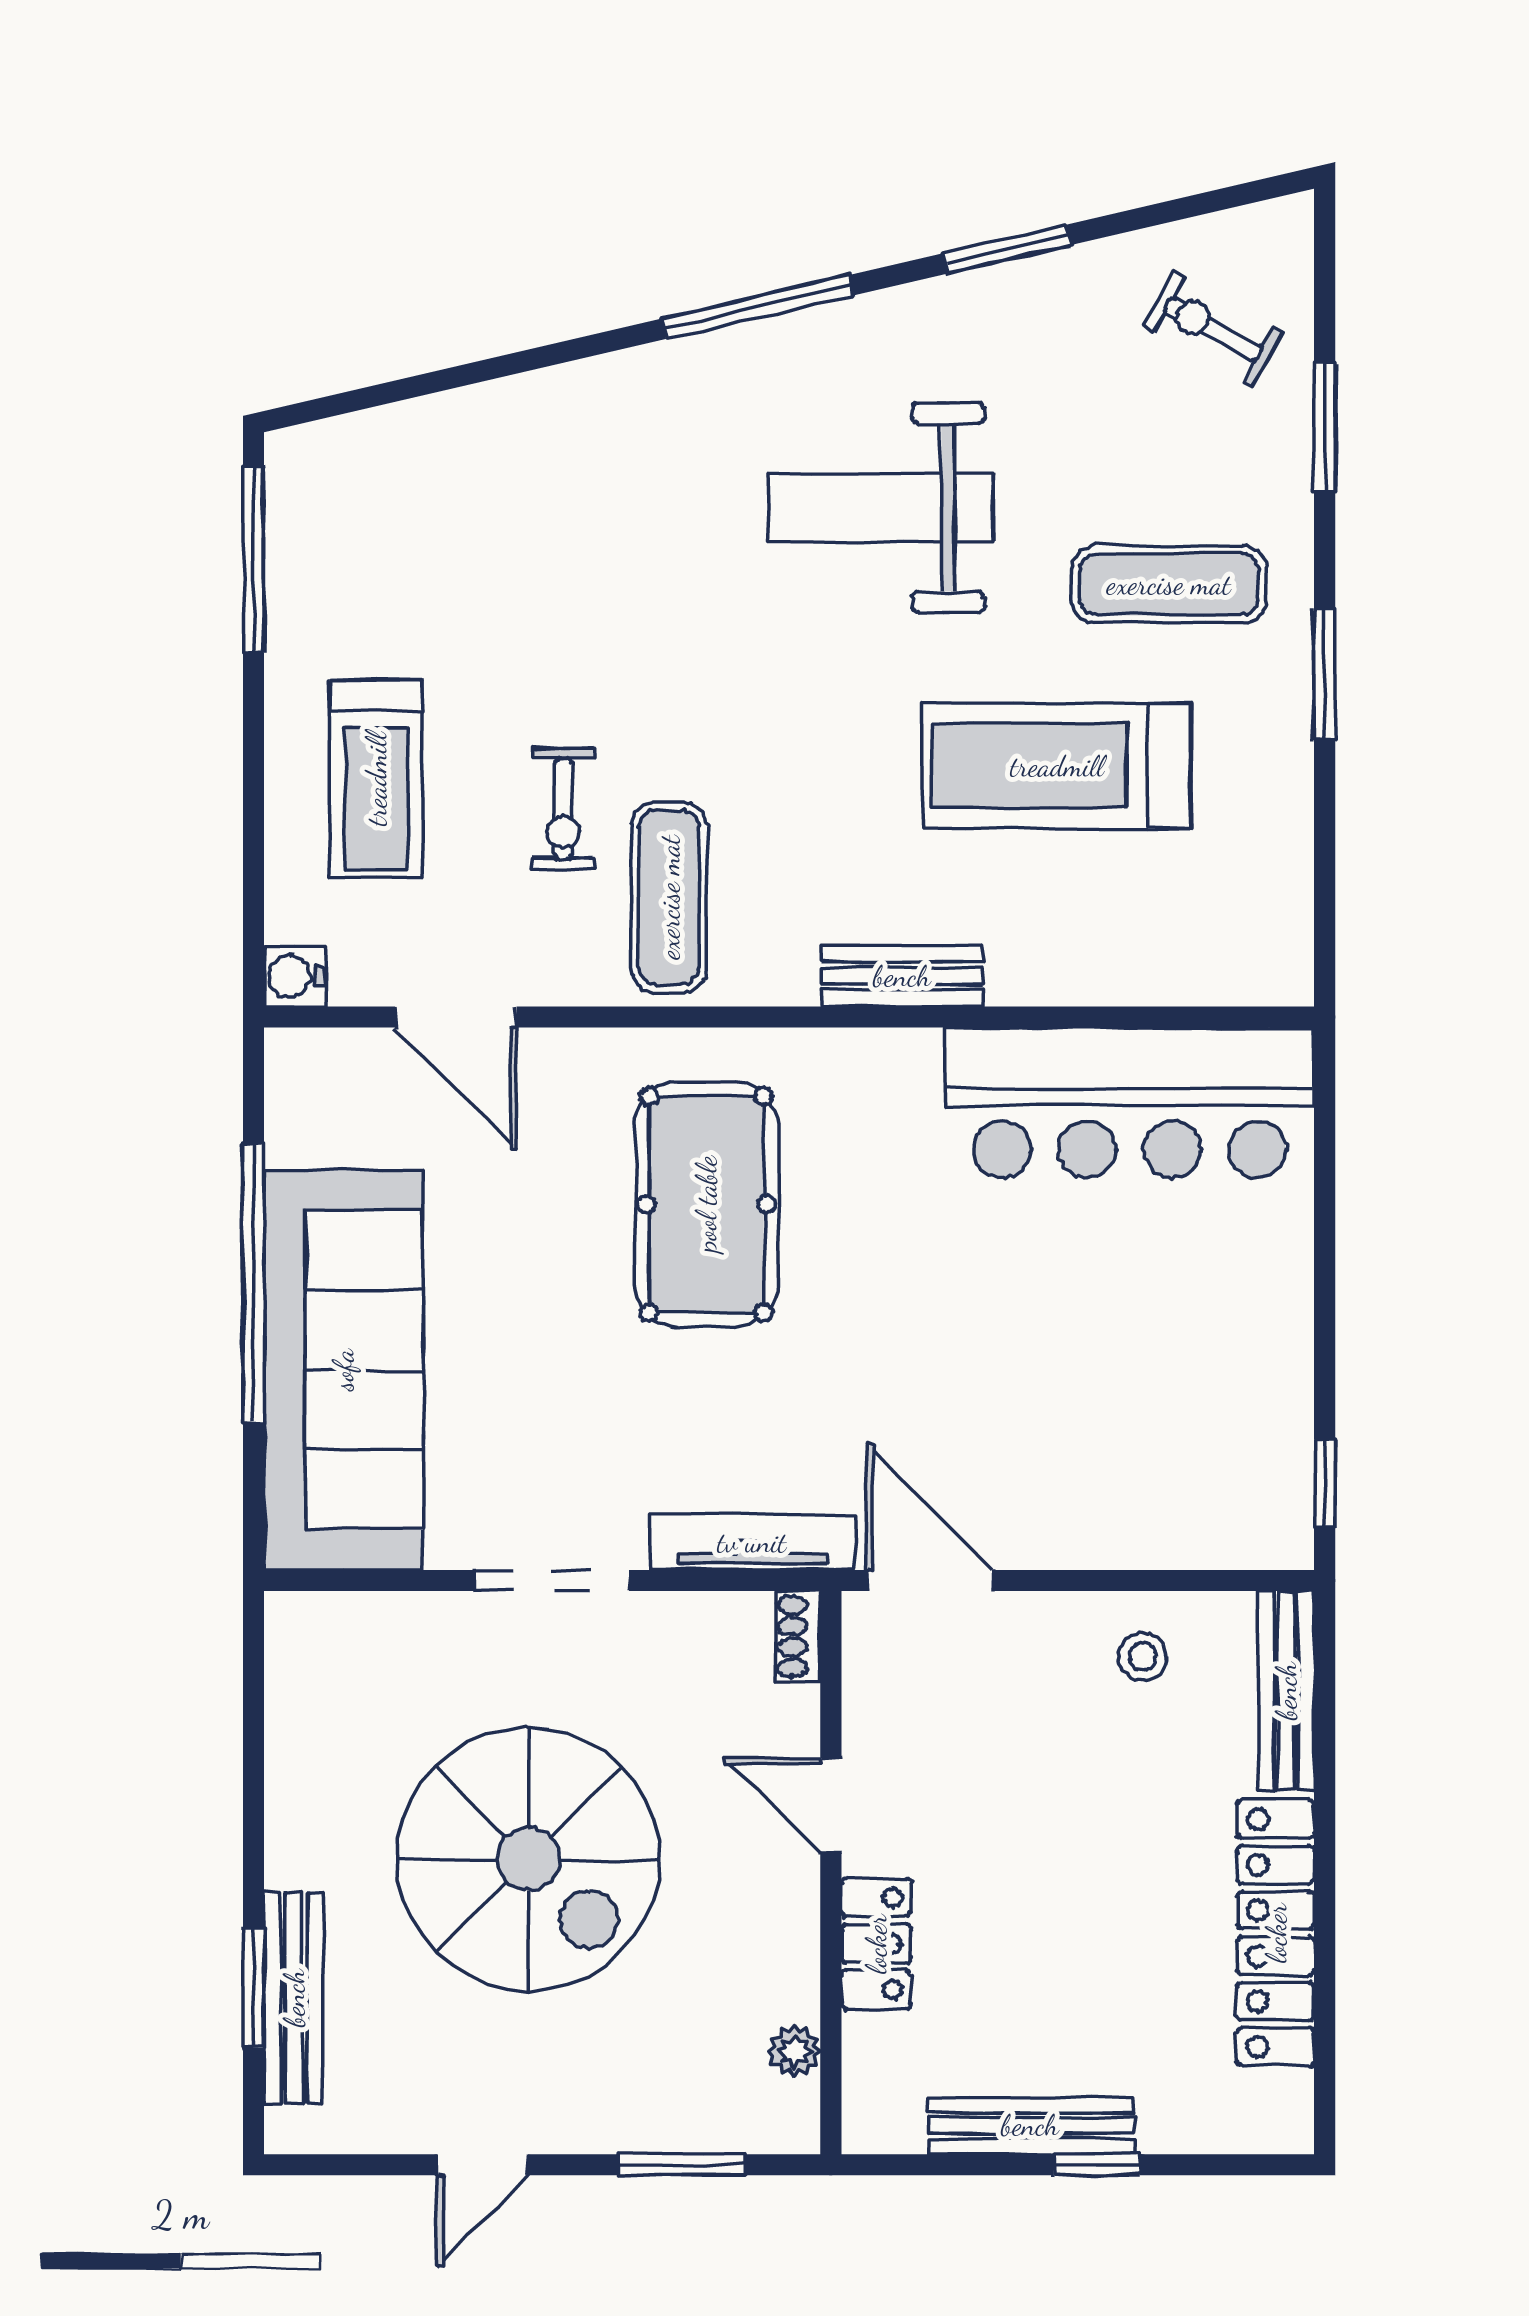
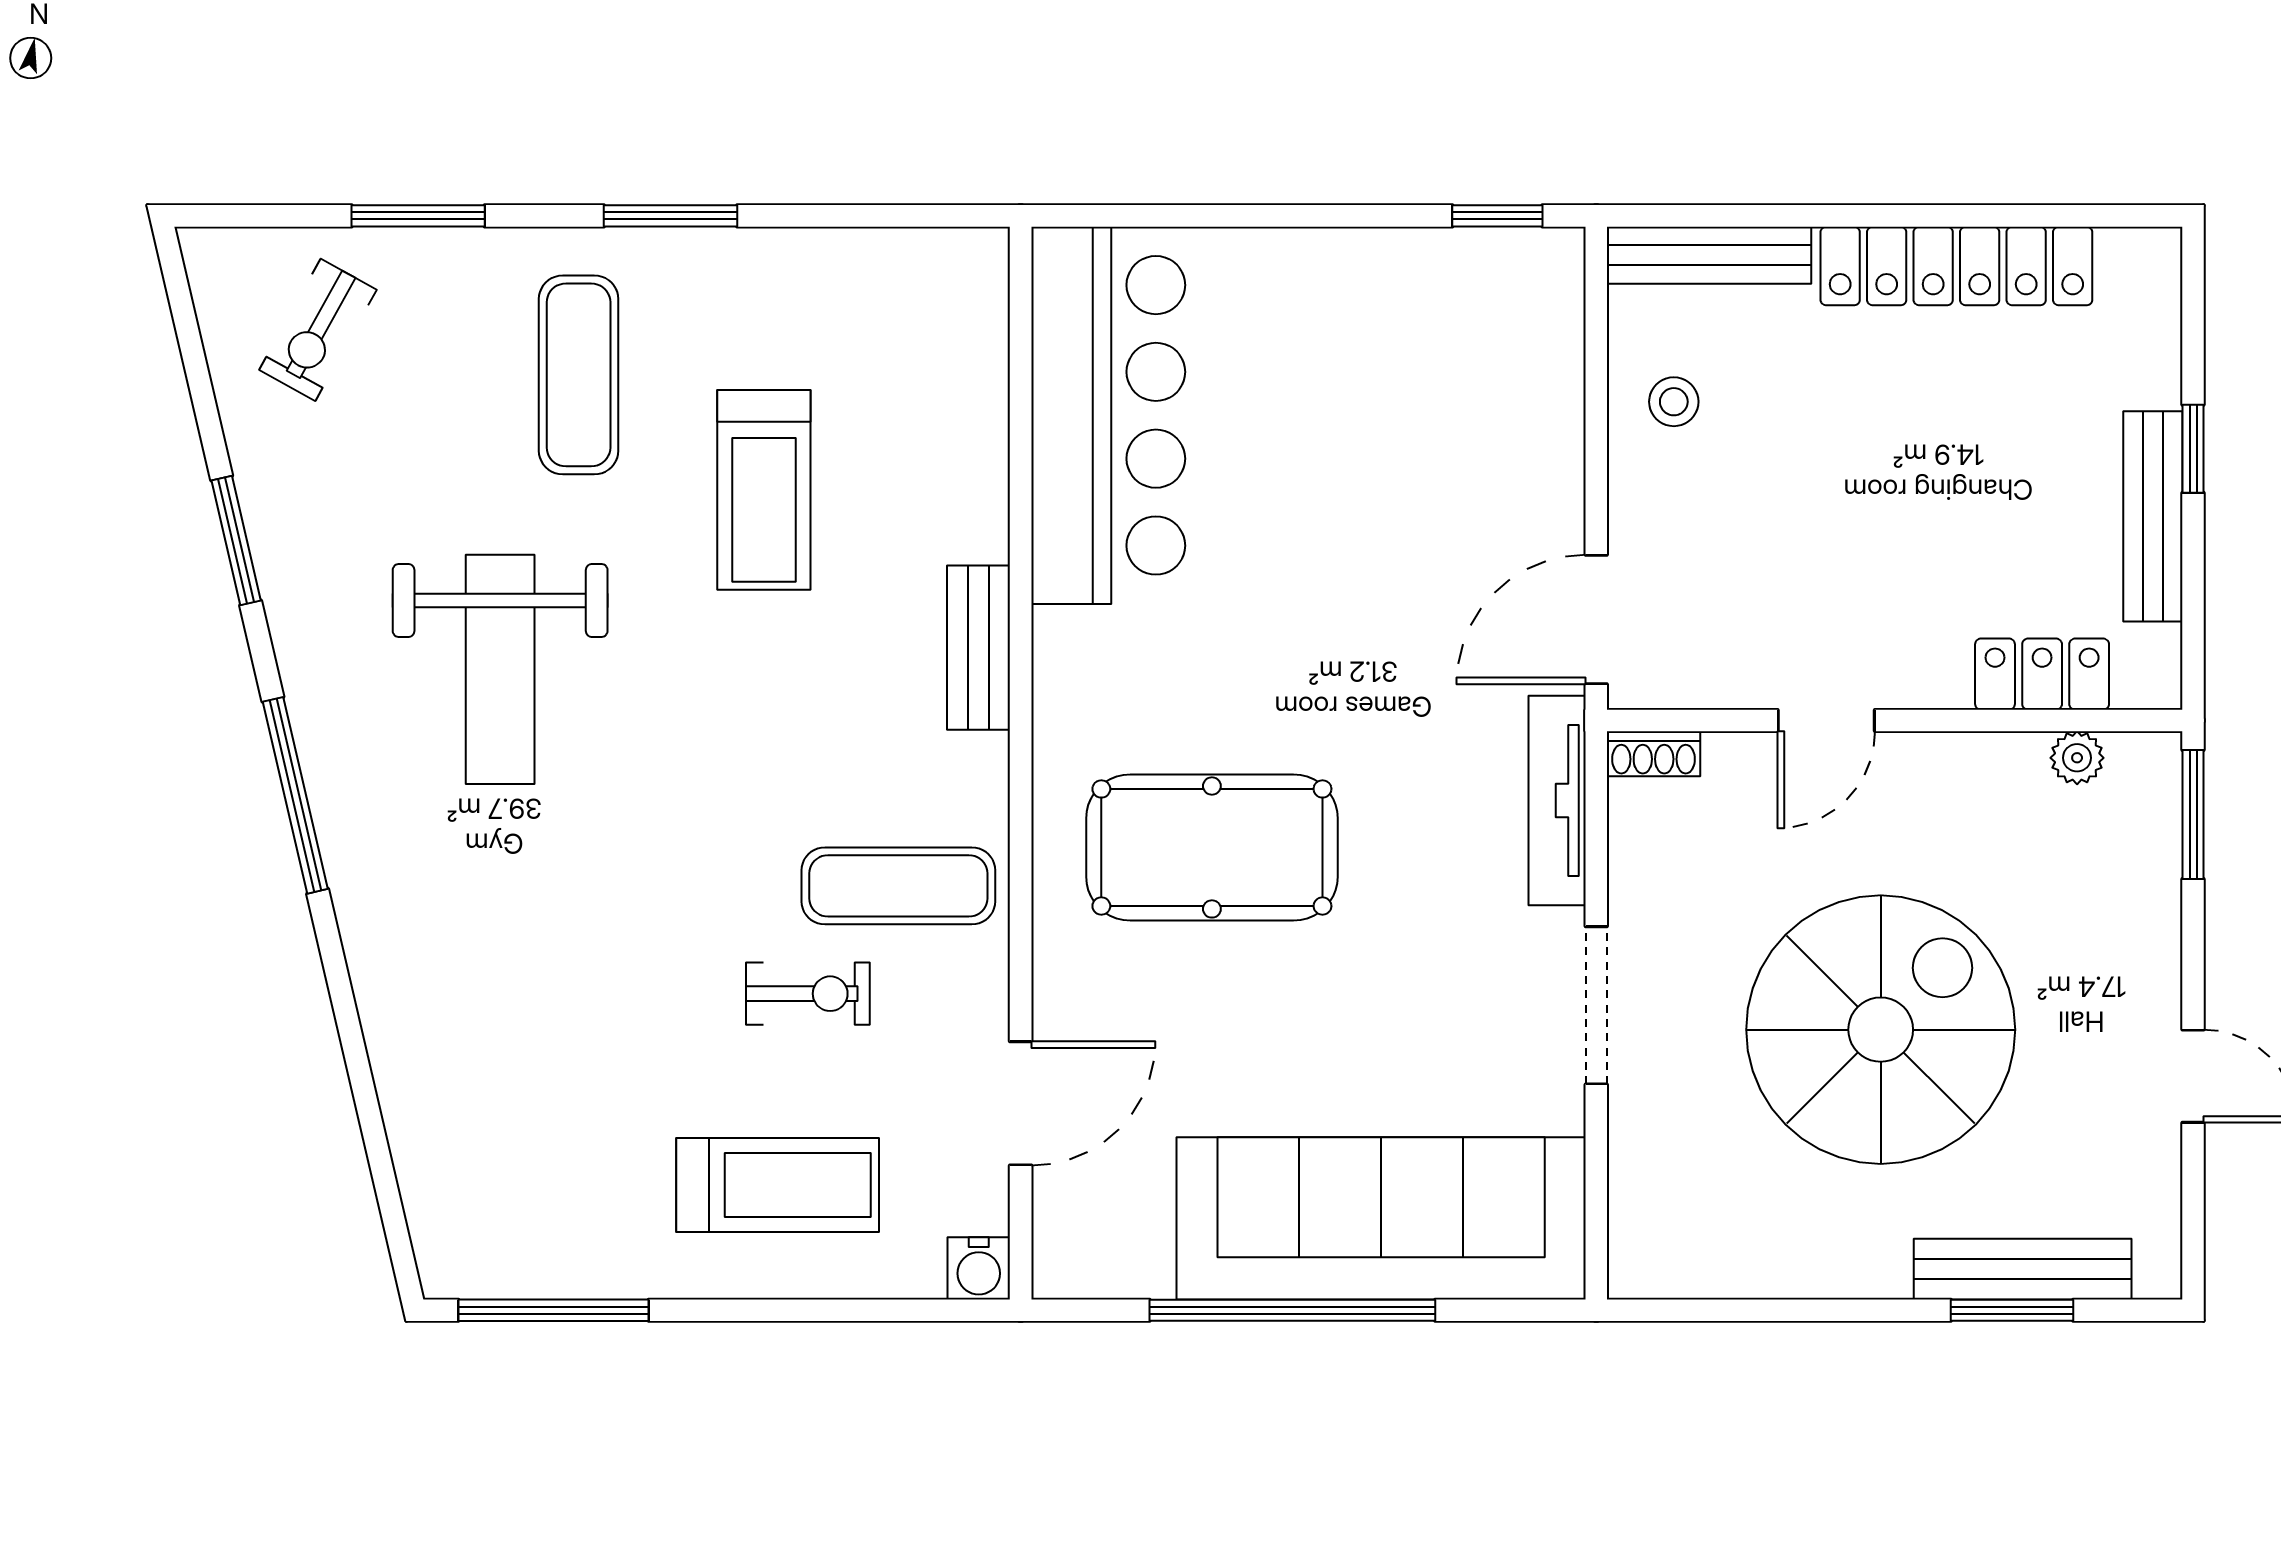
treadmill: (1057, 766) -> (764, 490), width x0.73, depth x0.73
locker: (876, 1944) -> (2042, 674), moved
window: (682, 2165) -> (2193, 815), moved

